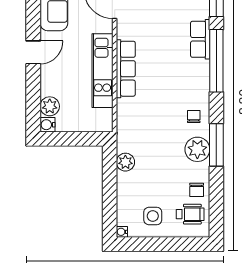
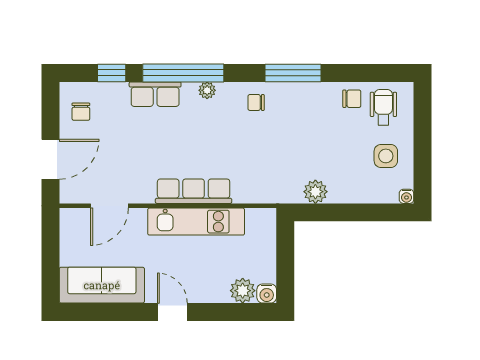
plant: (197, 149) -> (207, 90), moved, width x0.53, depth x0.53

